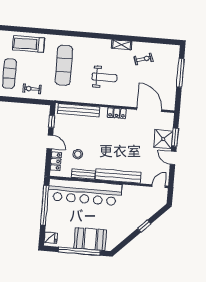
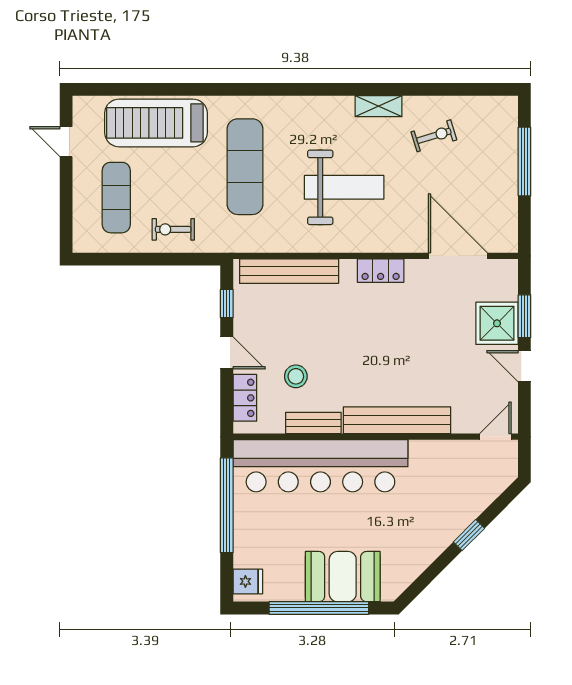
treadmill: (28, 44) -> (156, 123), width x1.37, depth x1.38
weight bench: (104, 77) -> (344, 187), width x1.36, depth x1.33

